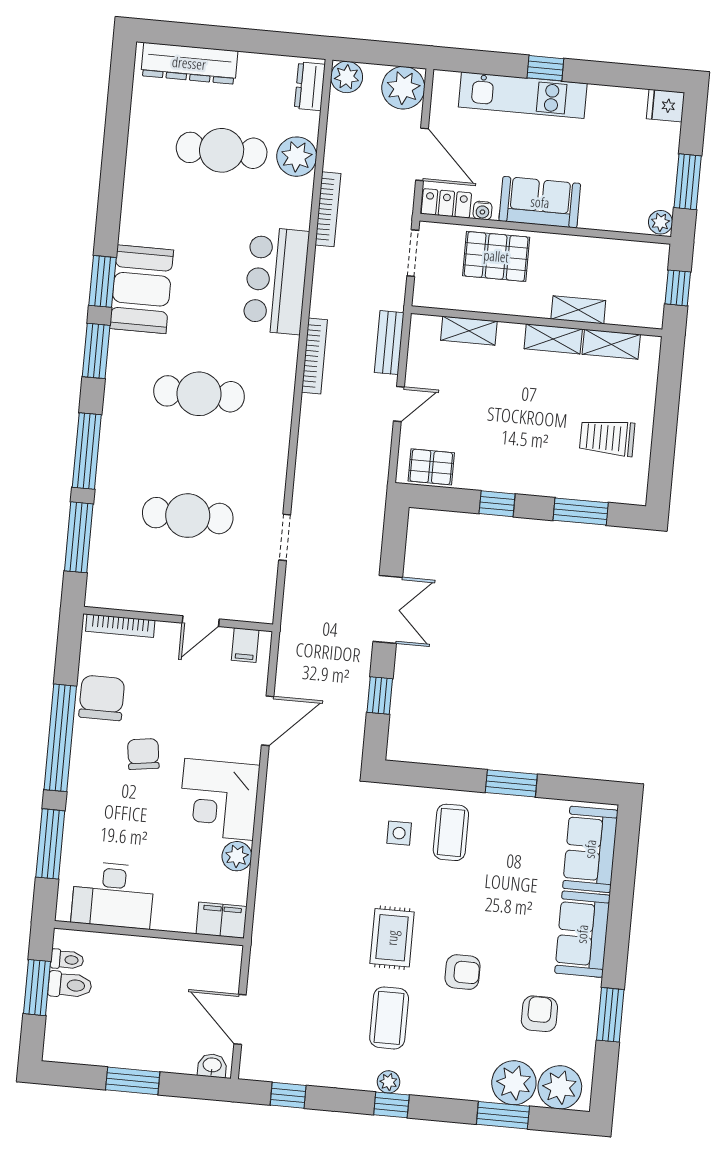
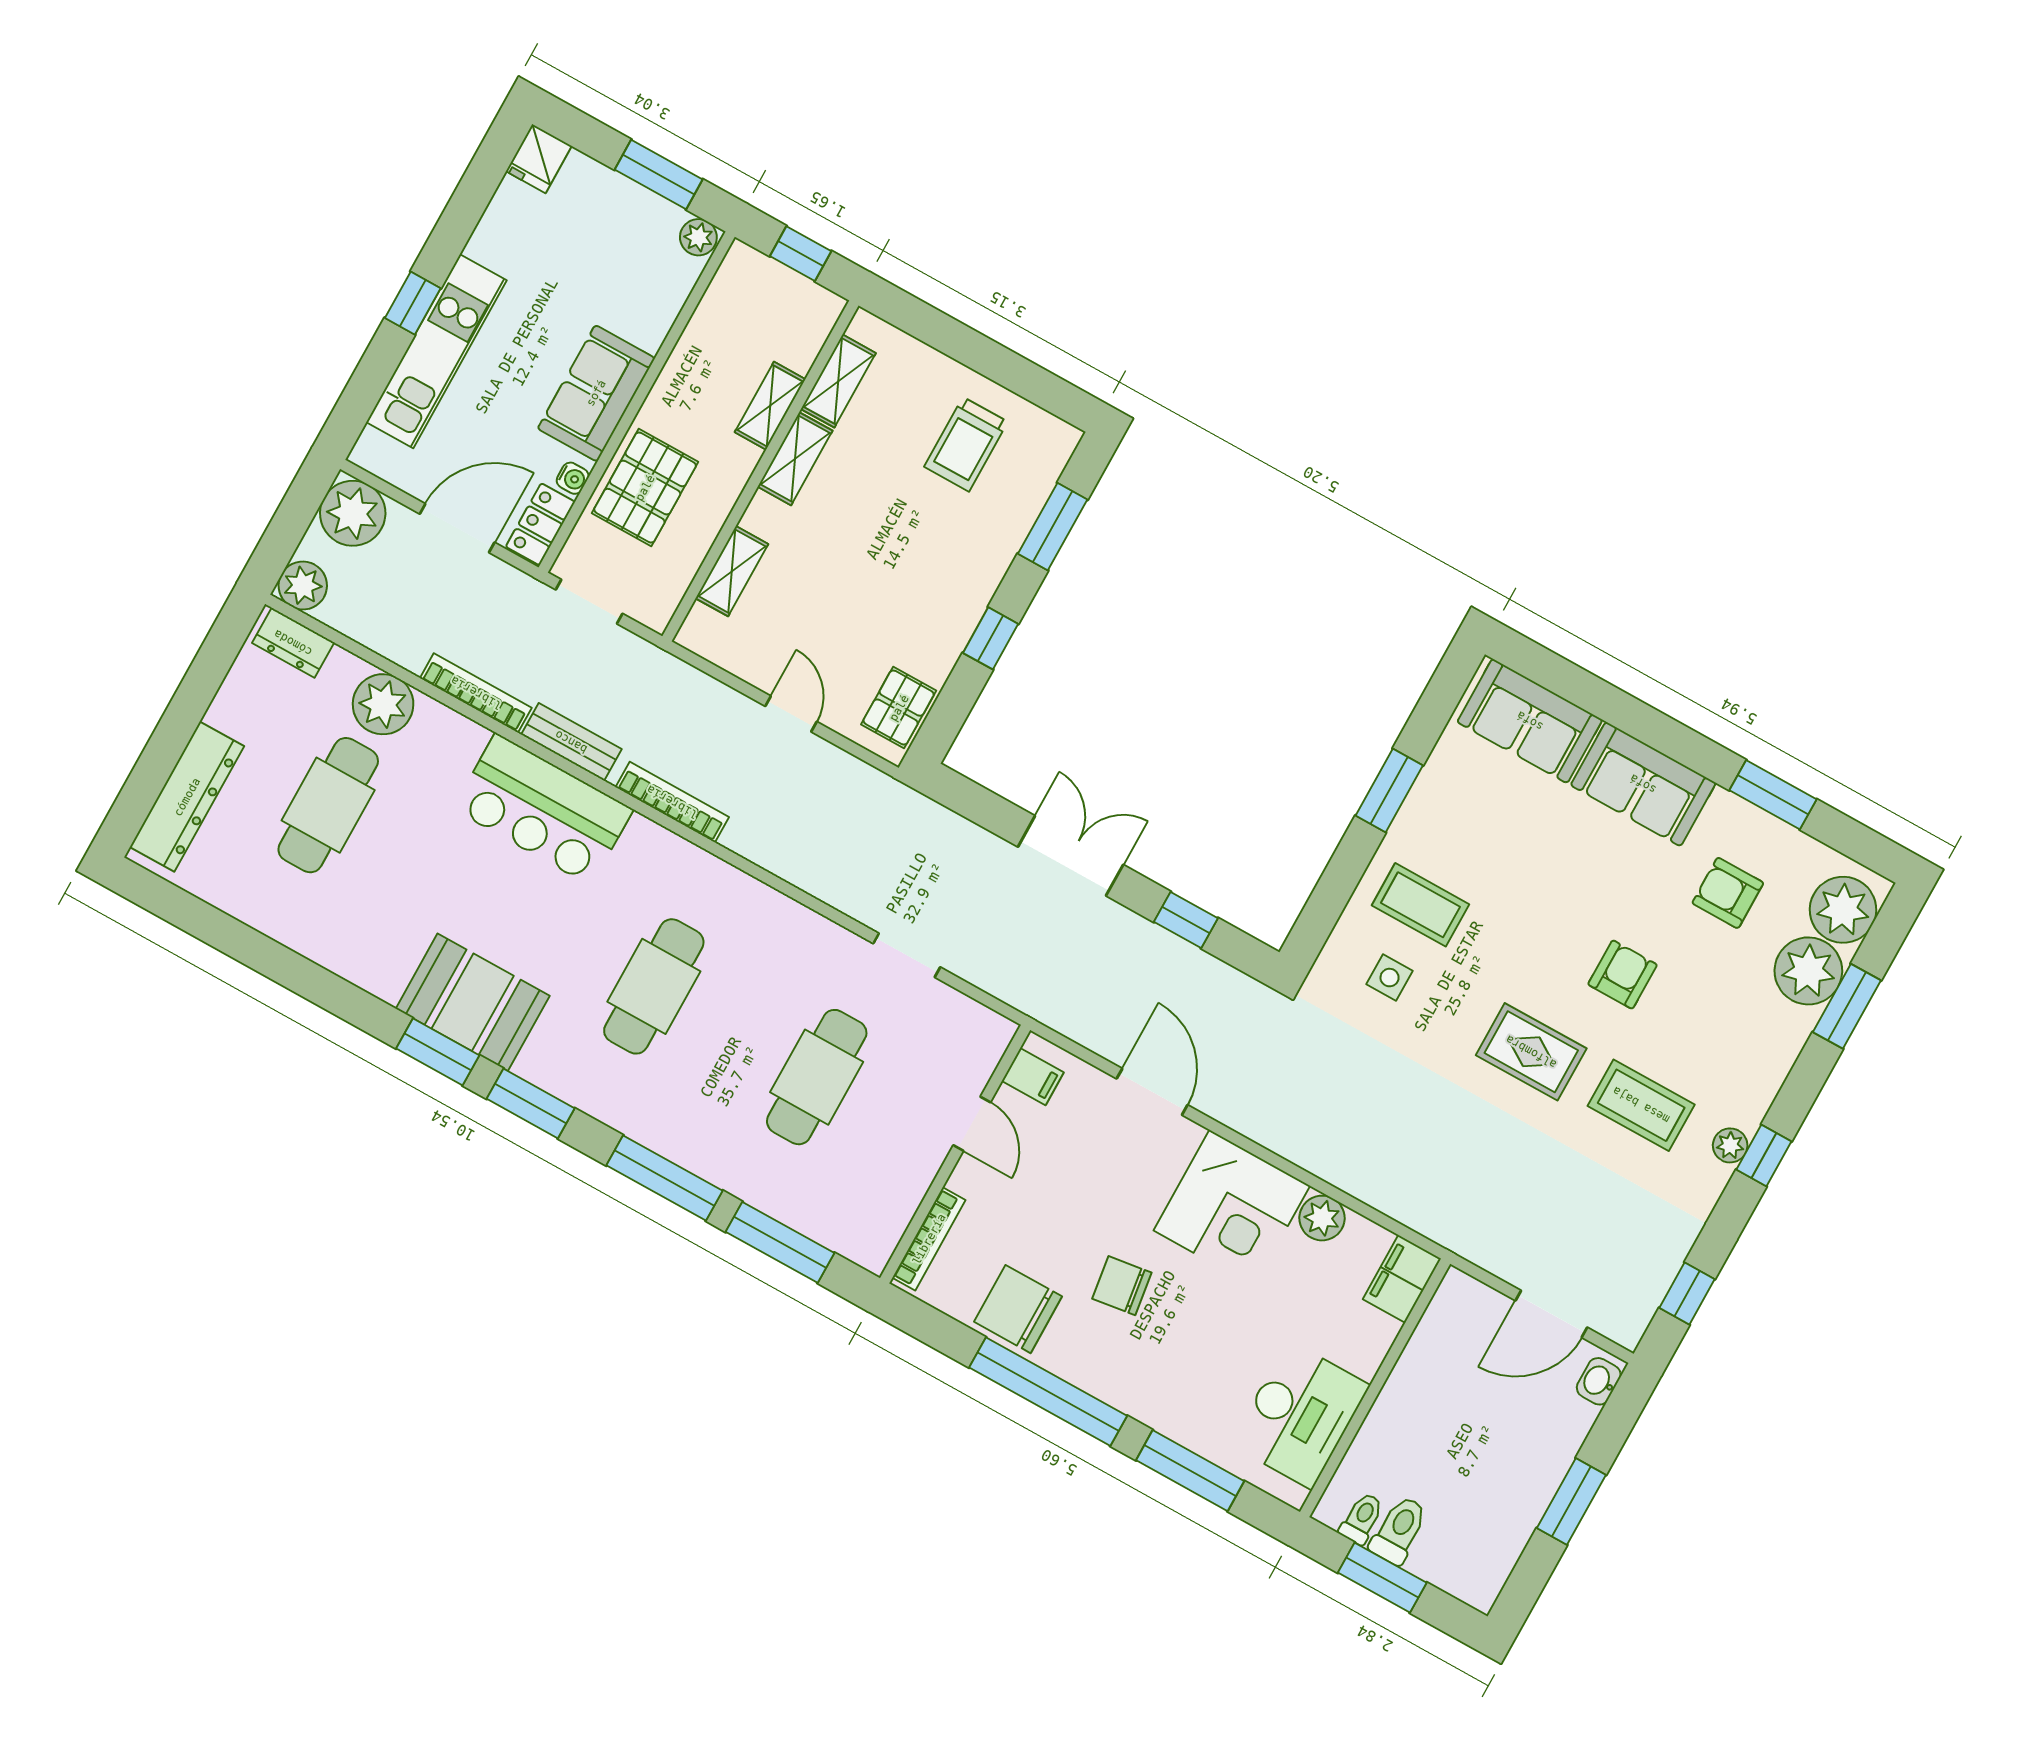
bench: (389, 343) -> (571, 742), moved

